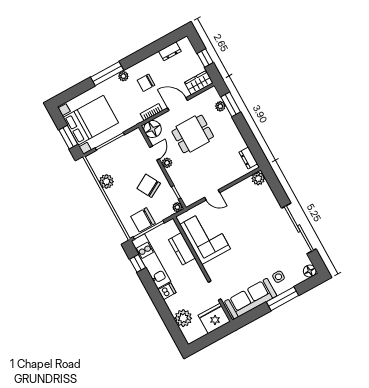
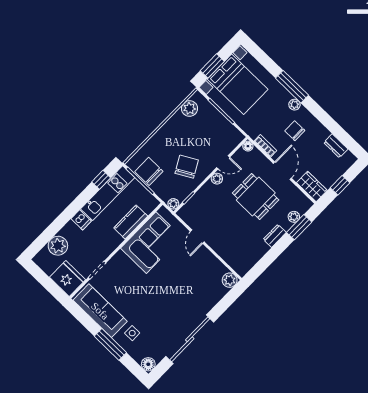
floor lamp: (153, 129) -> (248, 146), width x0.53, depth x0.53
dresser: (248, 158) -> (275, 236), moved
plant: (106, 181) -> (189, 108), moved

